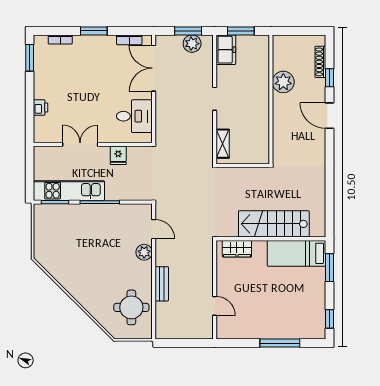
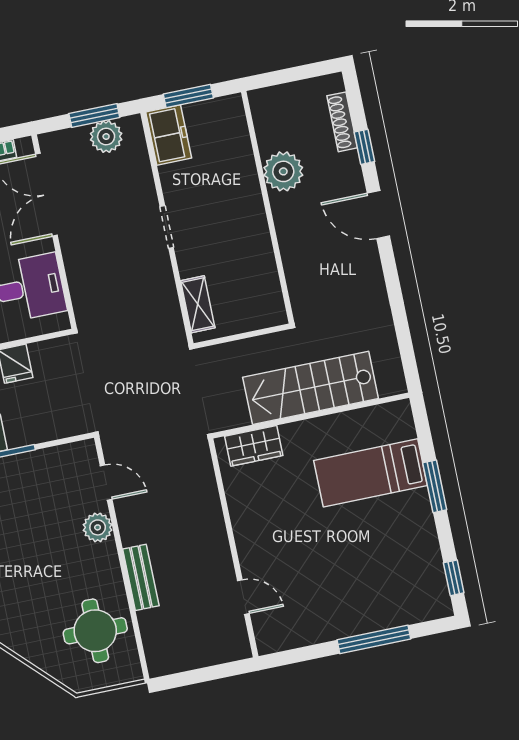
stairs: (274, 224) -> (311, 388), moved
wall: (271, 239) -> (311, 415), moved
wardrobe: (237, 249) -> (254, 446), moved

